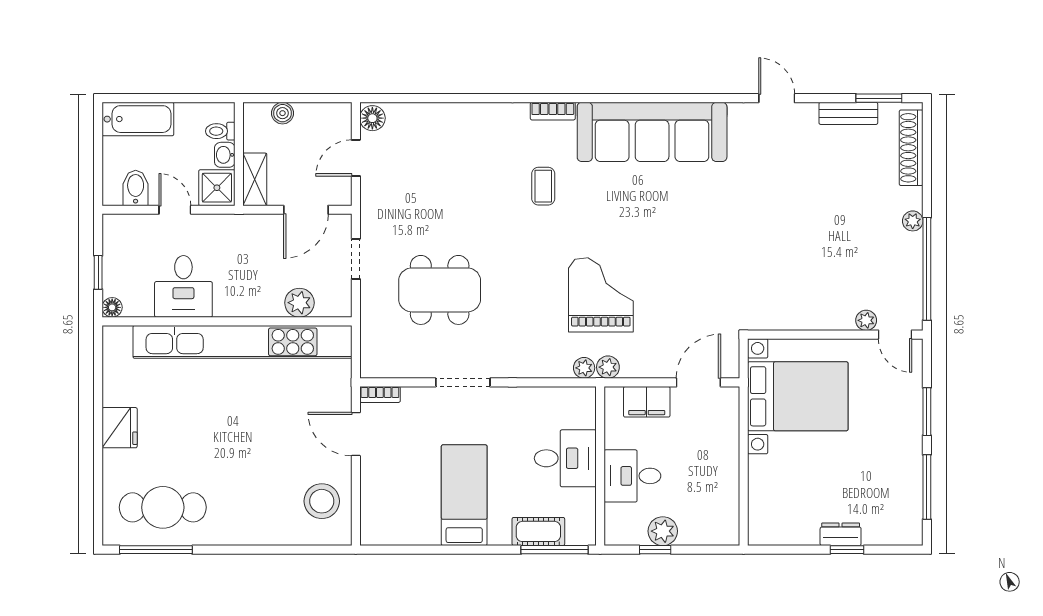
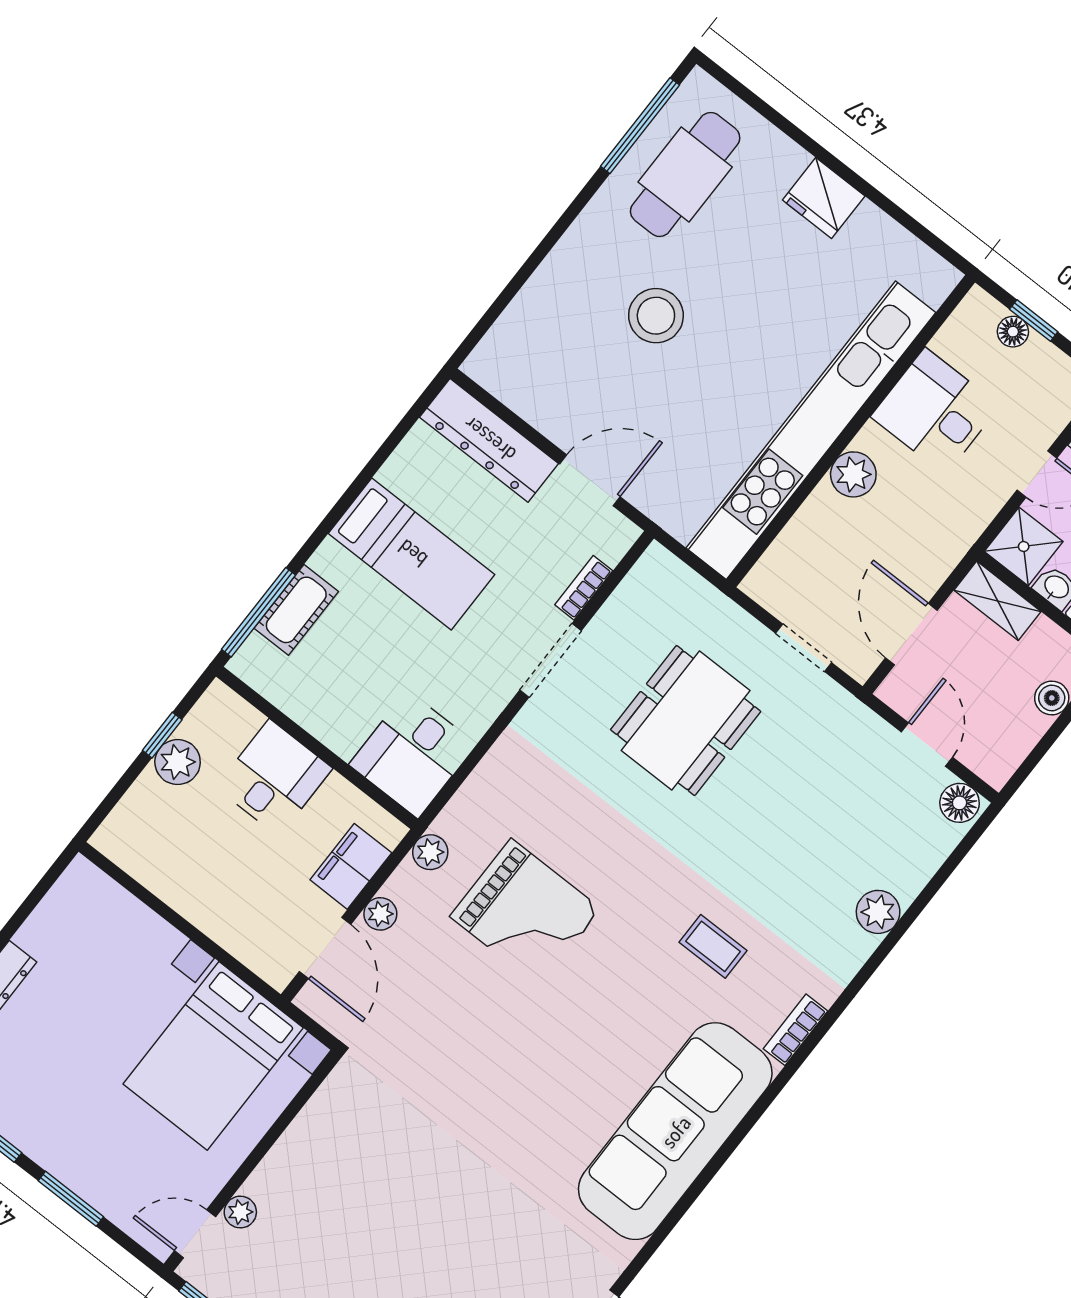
plant: (460, 116) -> (878, 912), added
plant: (299, 303) -> (853, 474), moved
floor lamp: (112, 307) -> (1013, 332), moved
plant: (584, 368) -> (380, 914), moved
bookcase: (380, 394) -> (584, 588), moved
desk: (565, 458) -> (413, 754), moved
stool: (322, 501) -> (656, 316), moved
dresser: (376, 501) -> (489, 440), added

